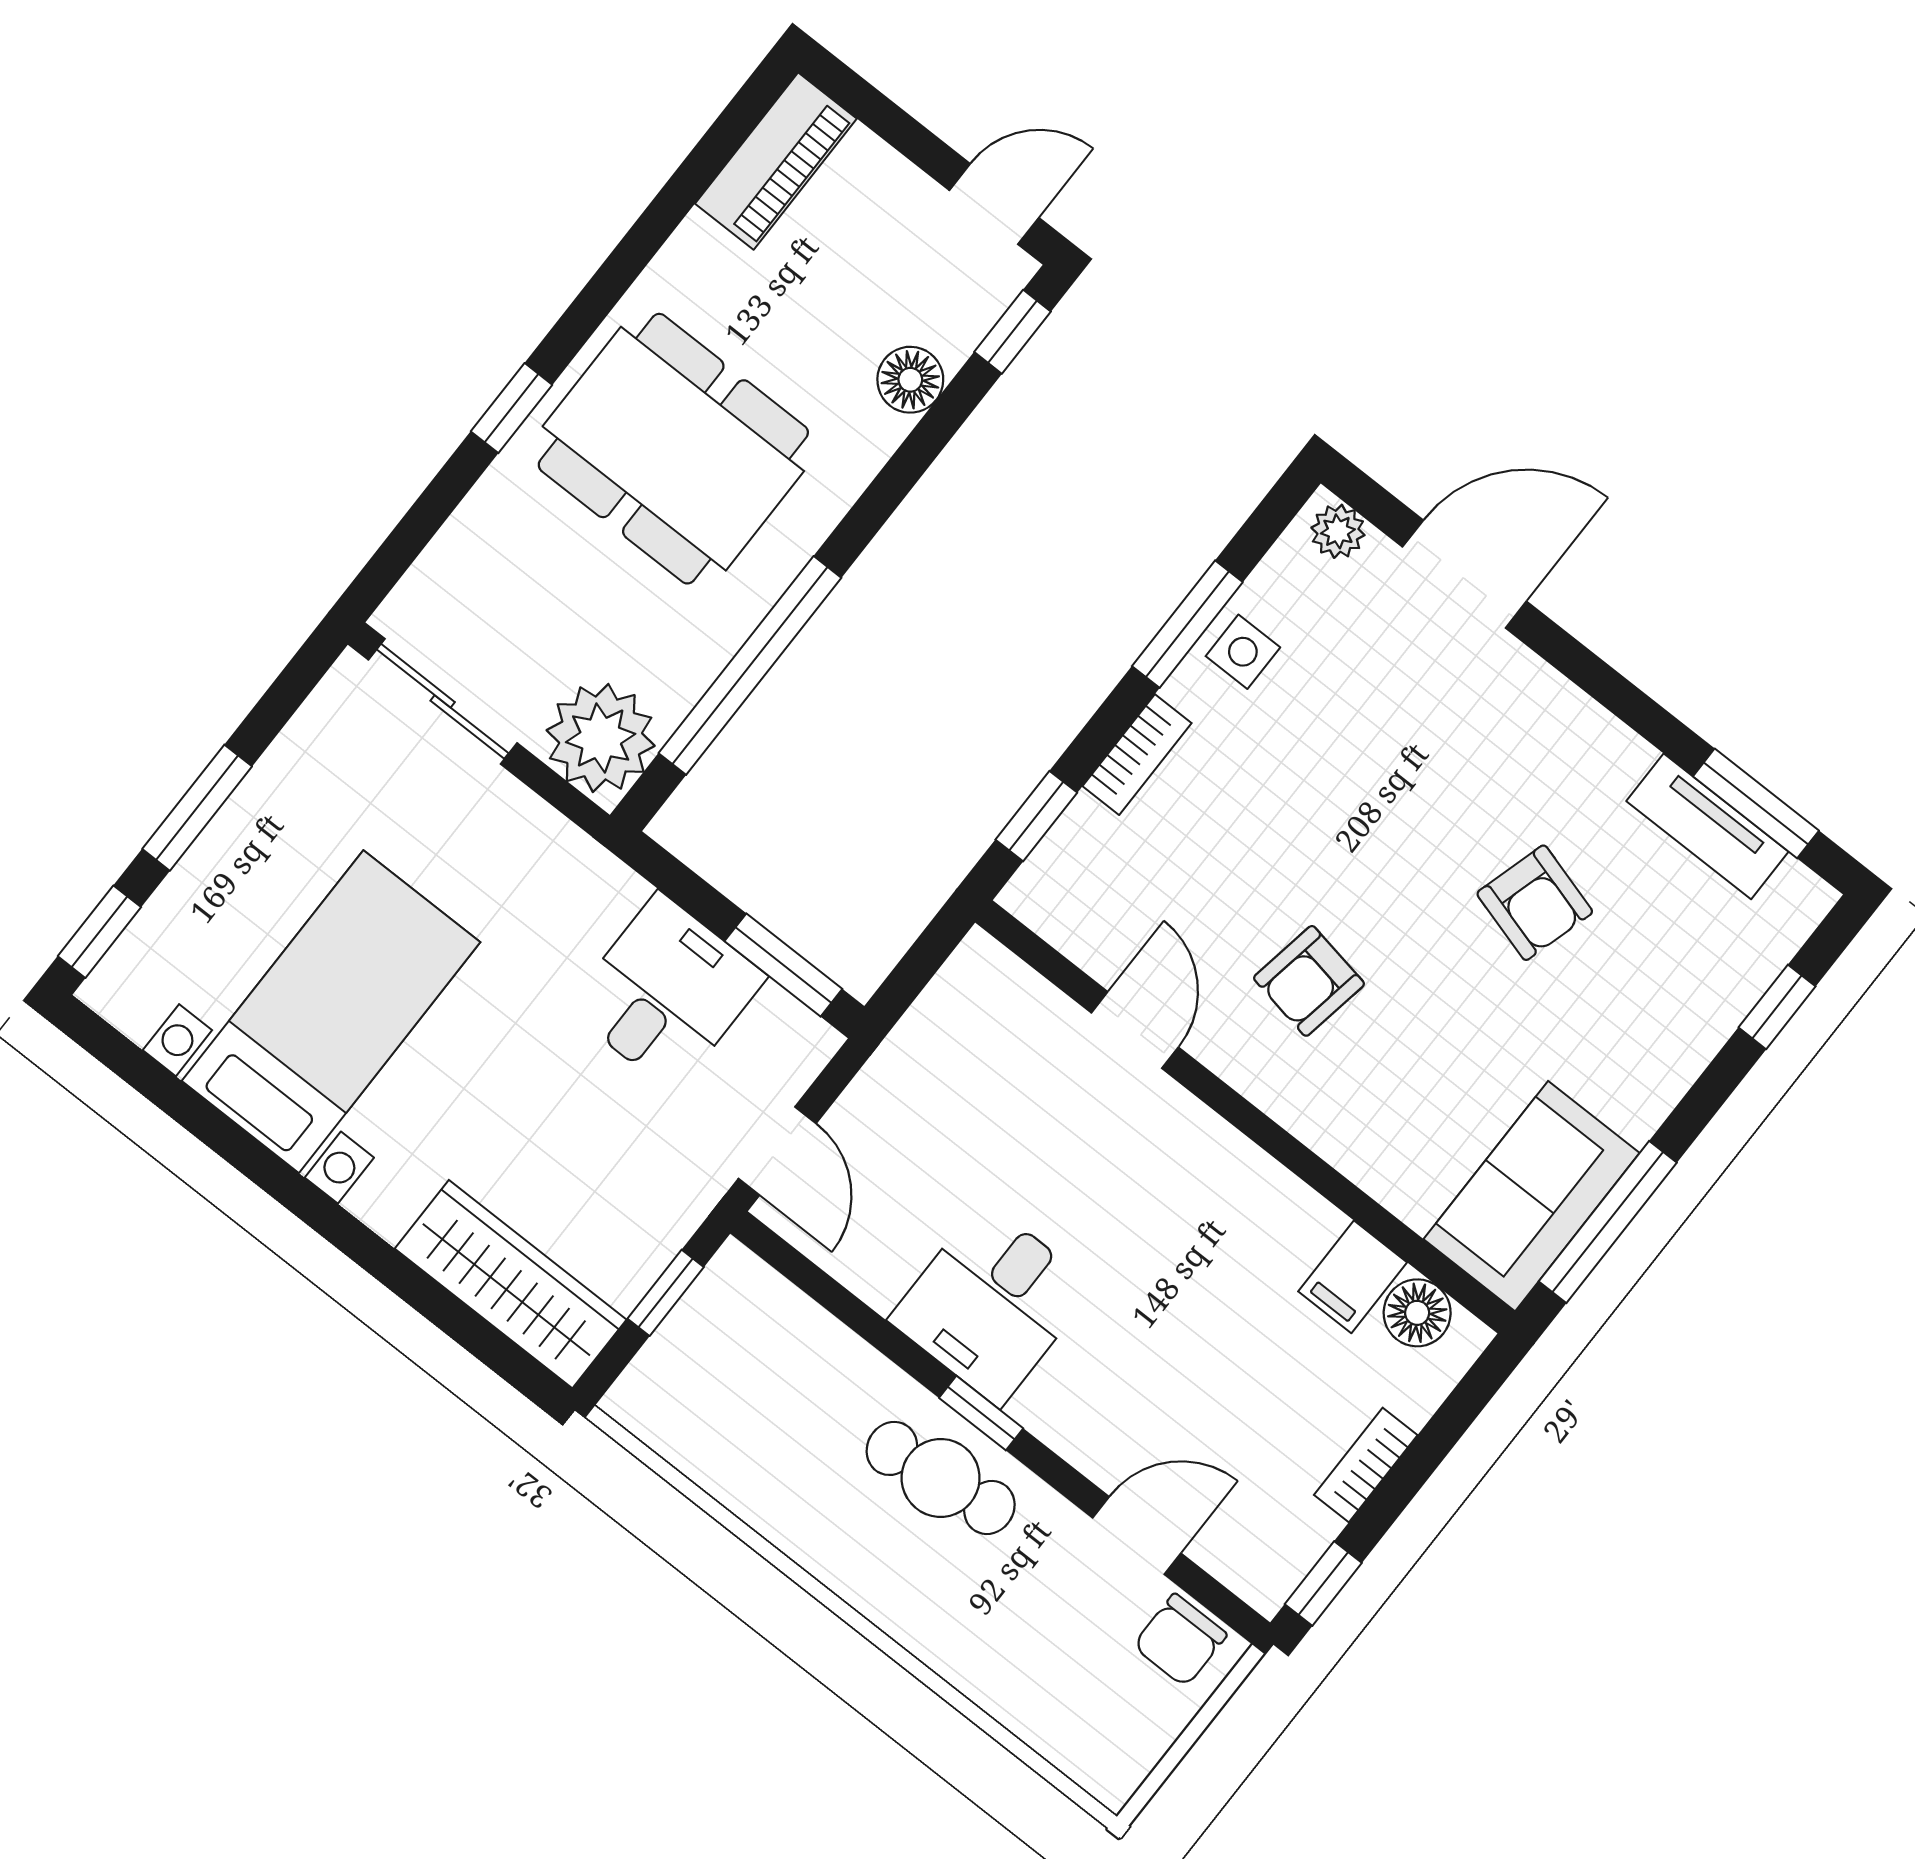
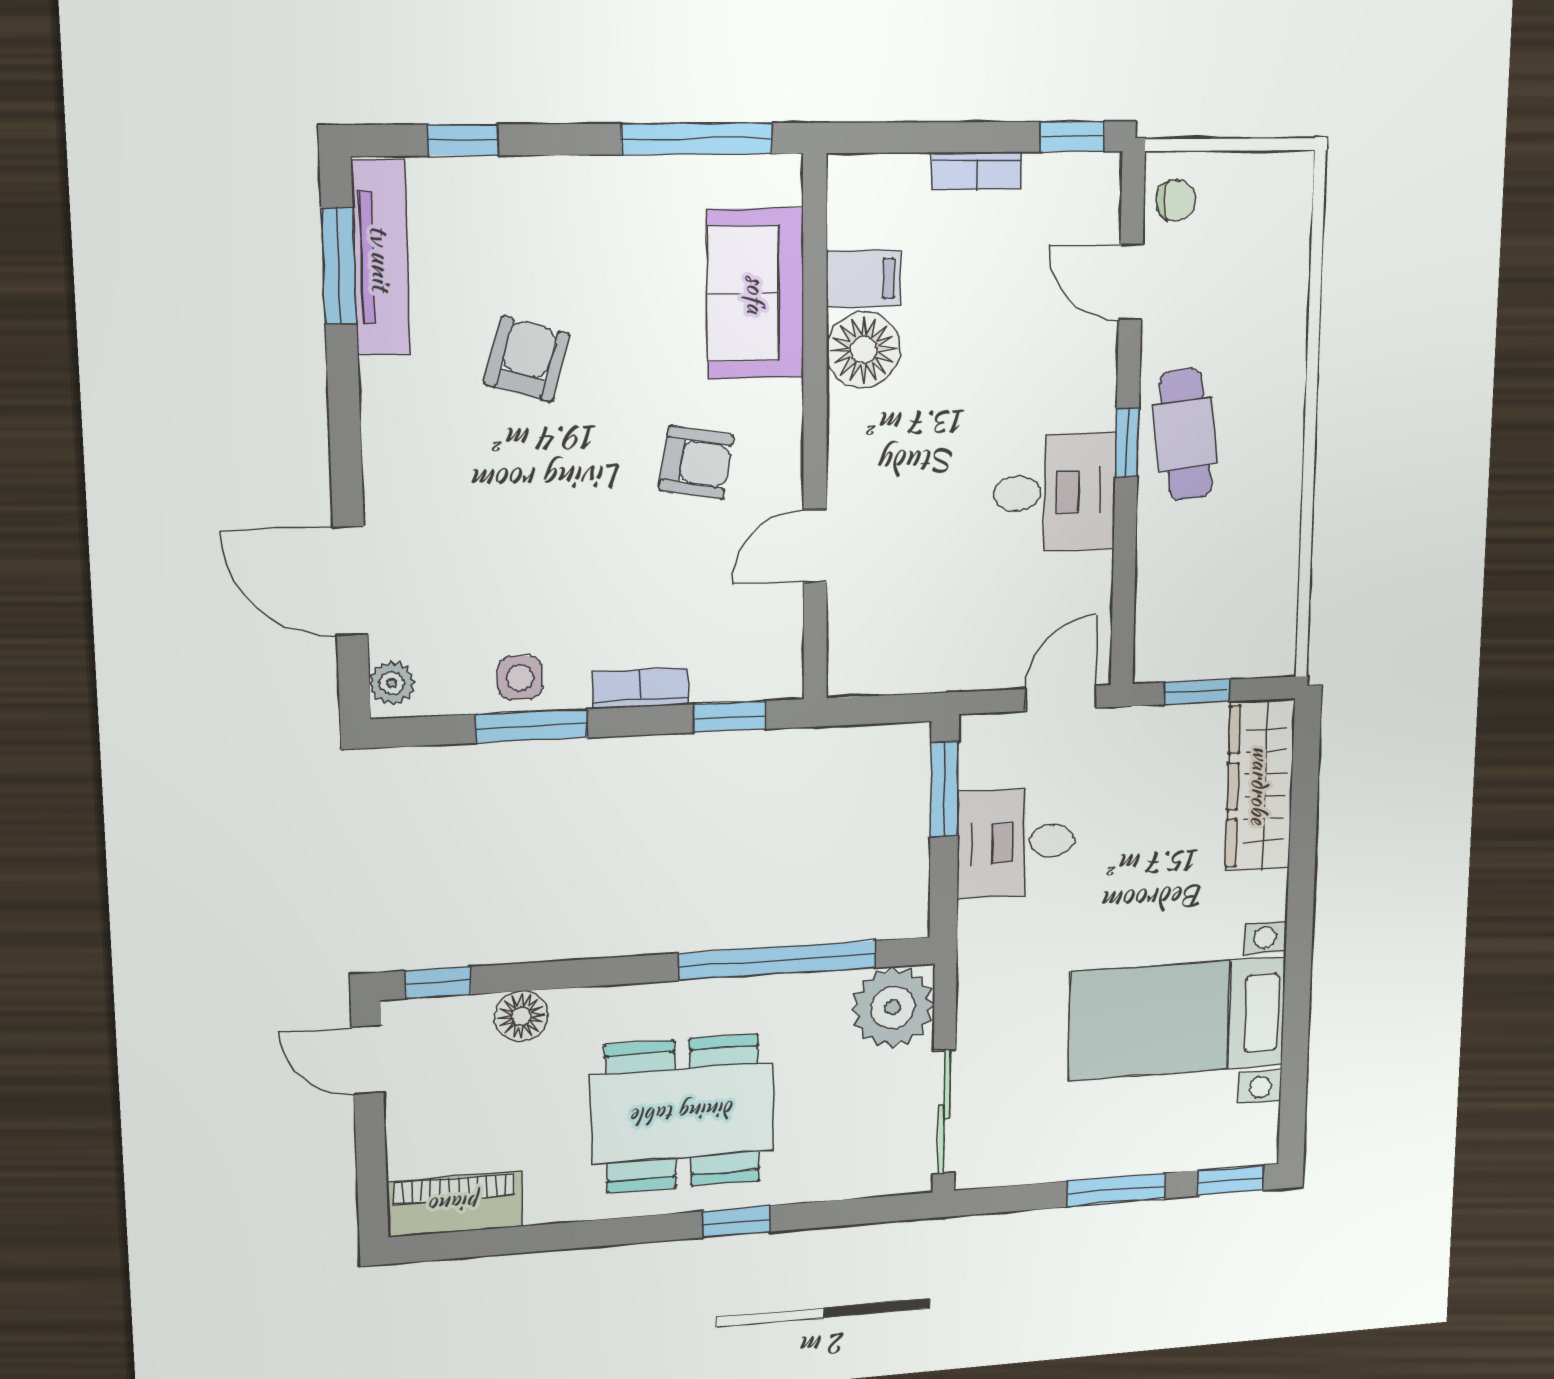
dining table: (673, 449) -> (683, 1113), turned 90
tv unit: (1707, 826) -> (381, 258), width x1.41
sofa: (1532, 1196) -> (756, 294), moved, turned 90
floor lamp: (1417, 1313) -> (864, 350), moved, width x1.38, depth x1.38
chair: (1180, 1640) -> (1176, 200), width x0.73, depth x0.73

